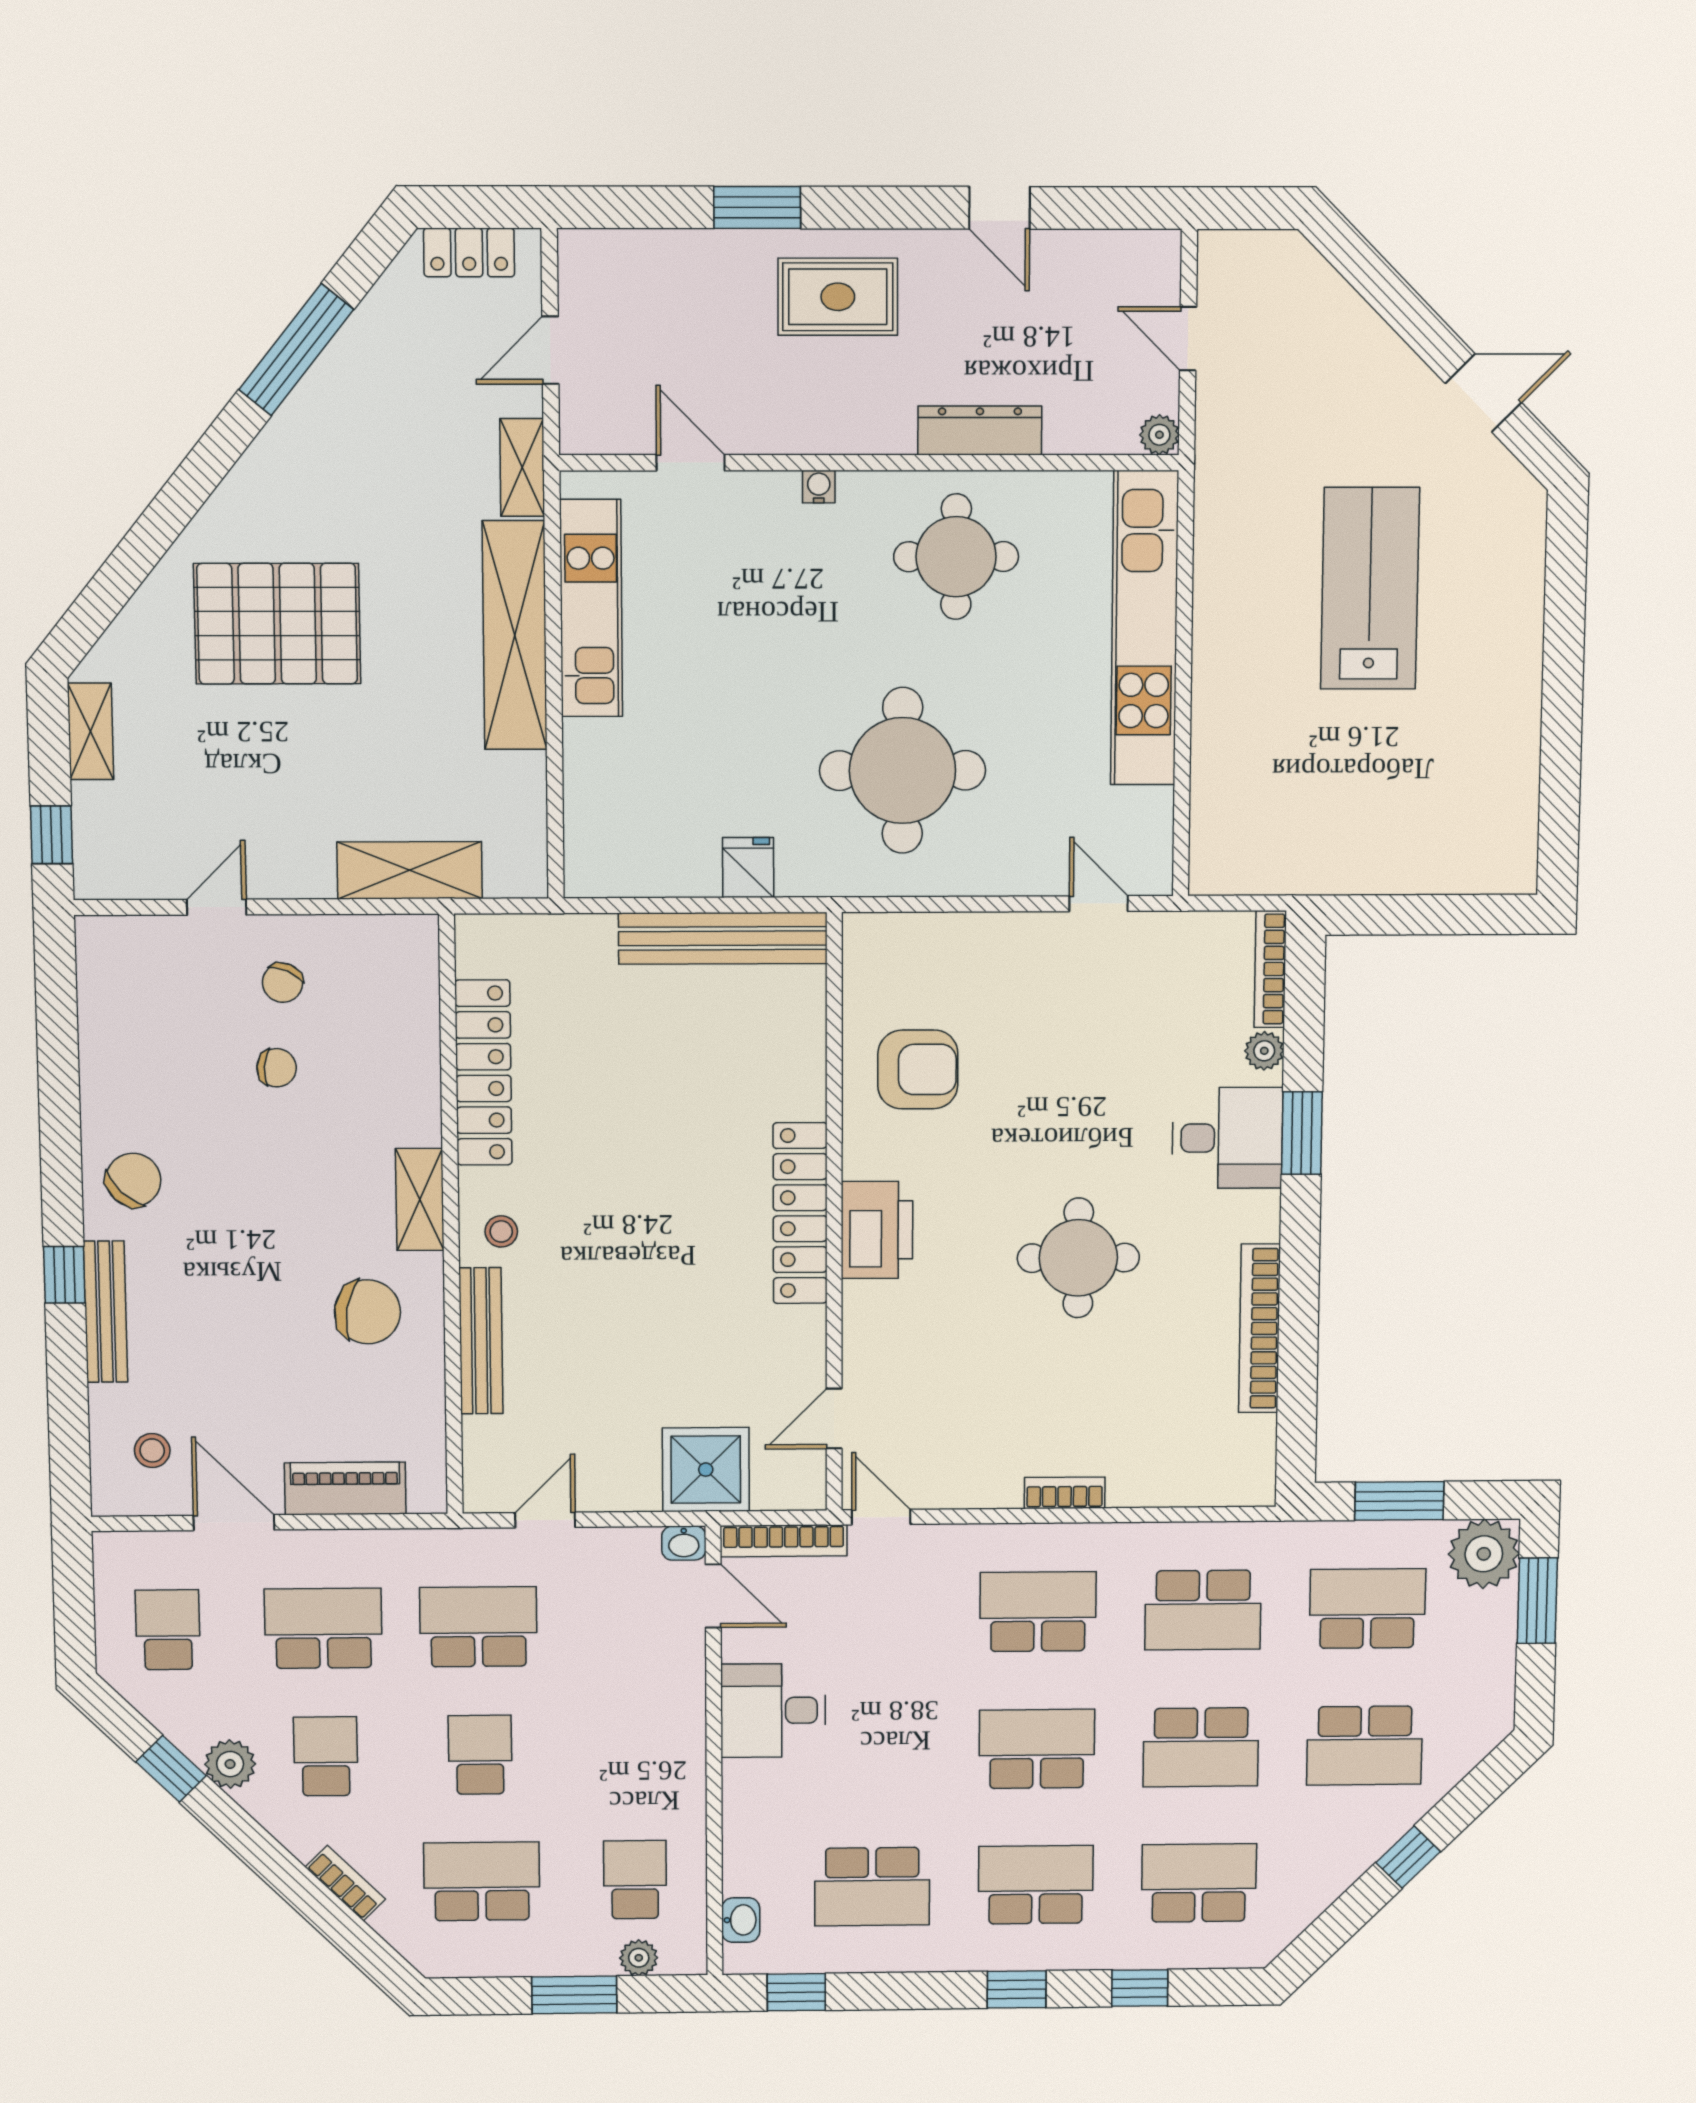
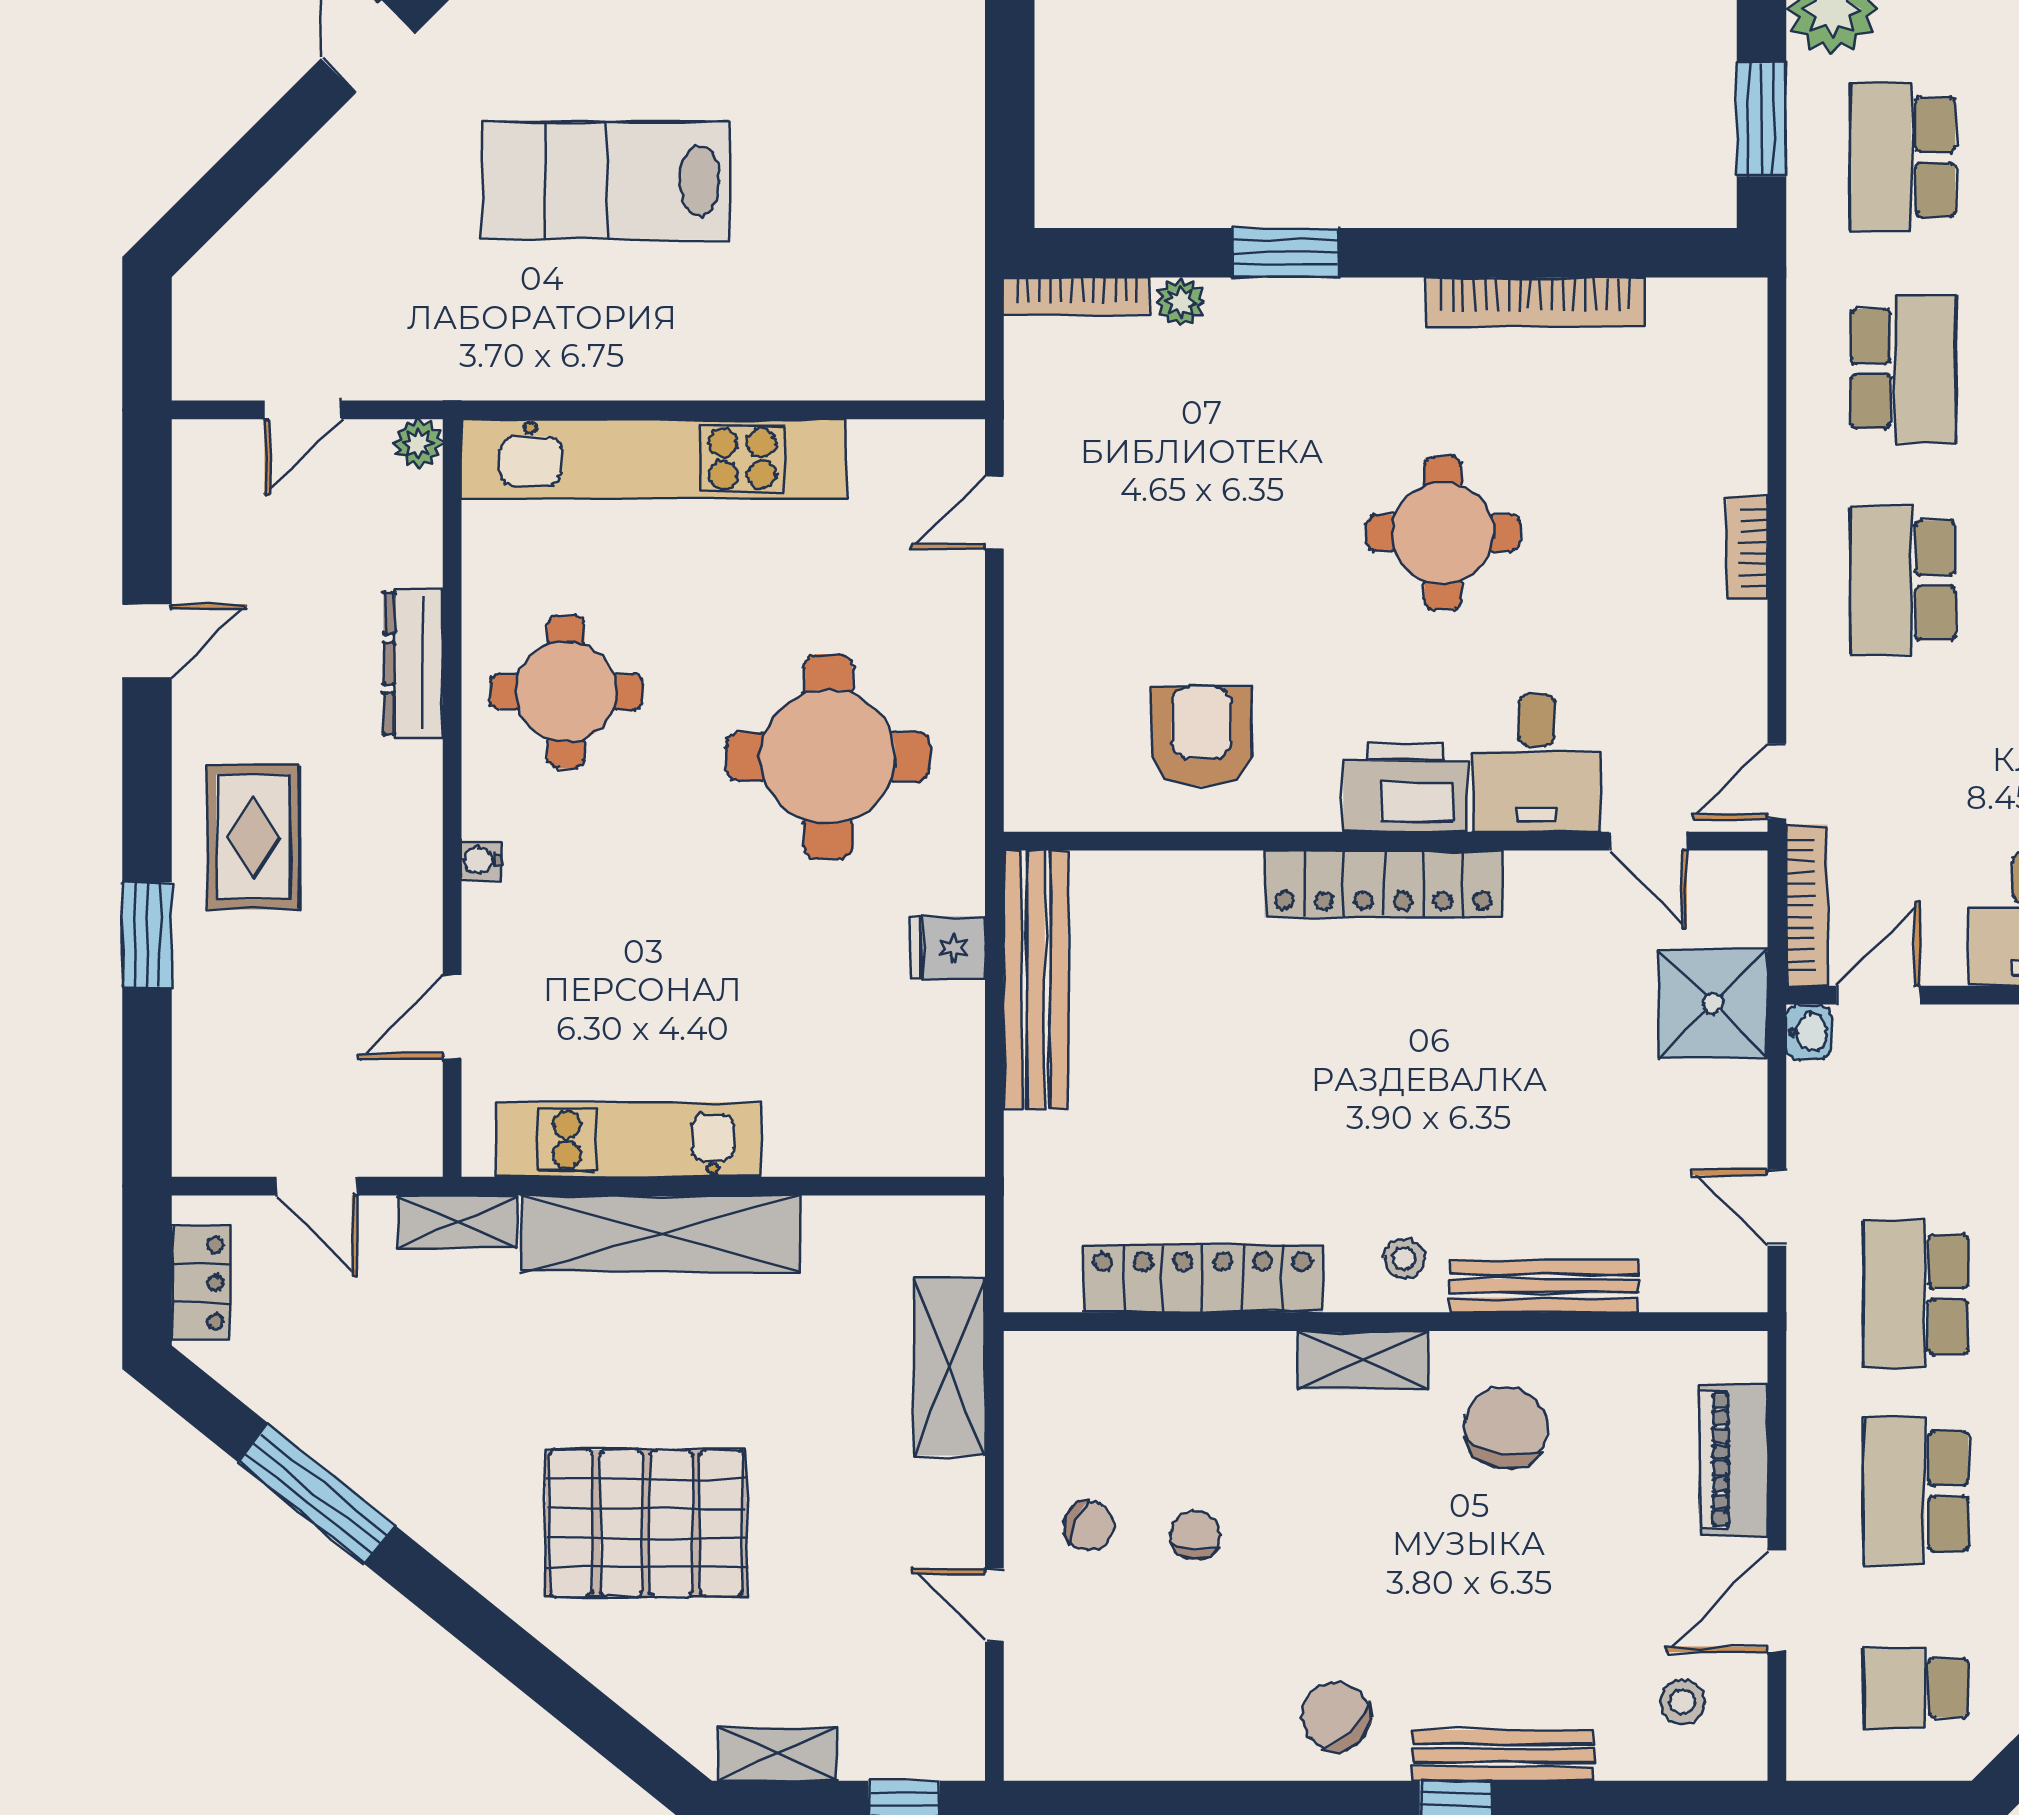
pallet: (277, 624) -> (646, 1523), turned 90
desk: (1227, 1138) -> (1537, 763), moved, turned 180

